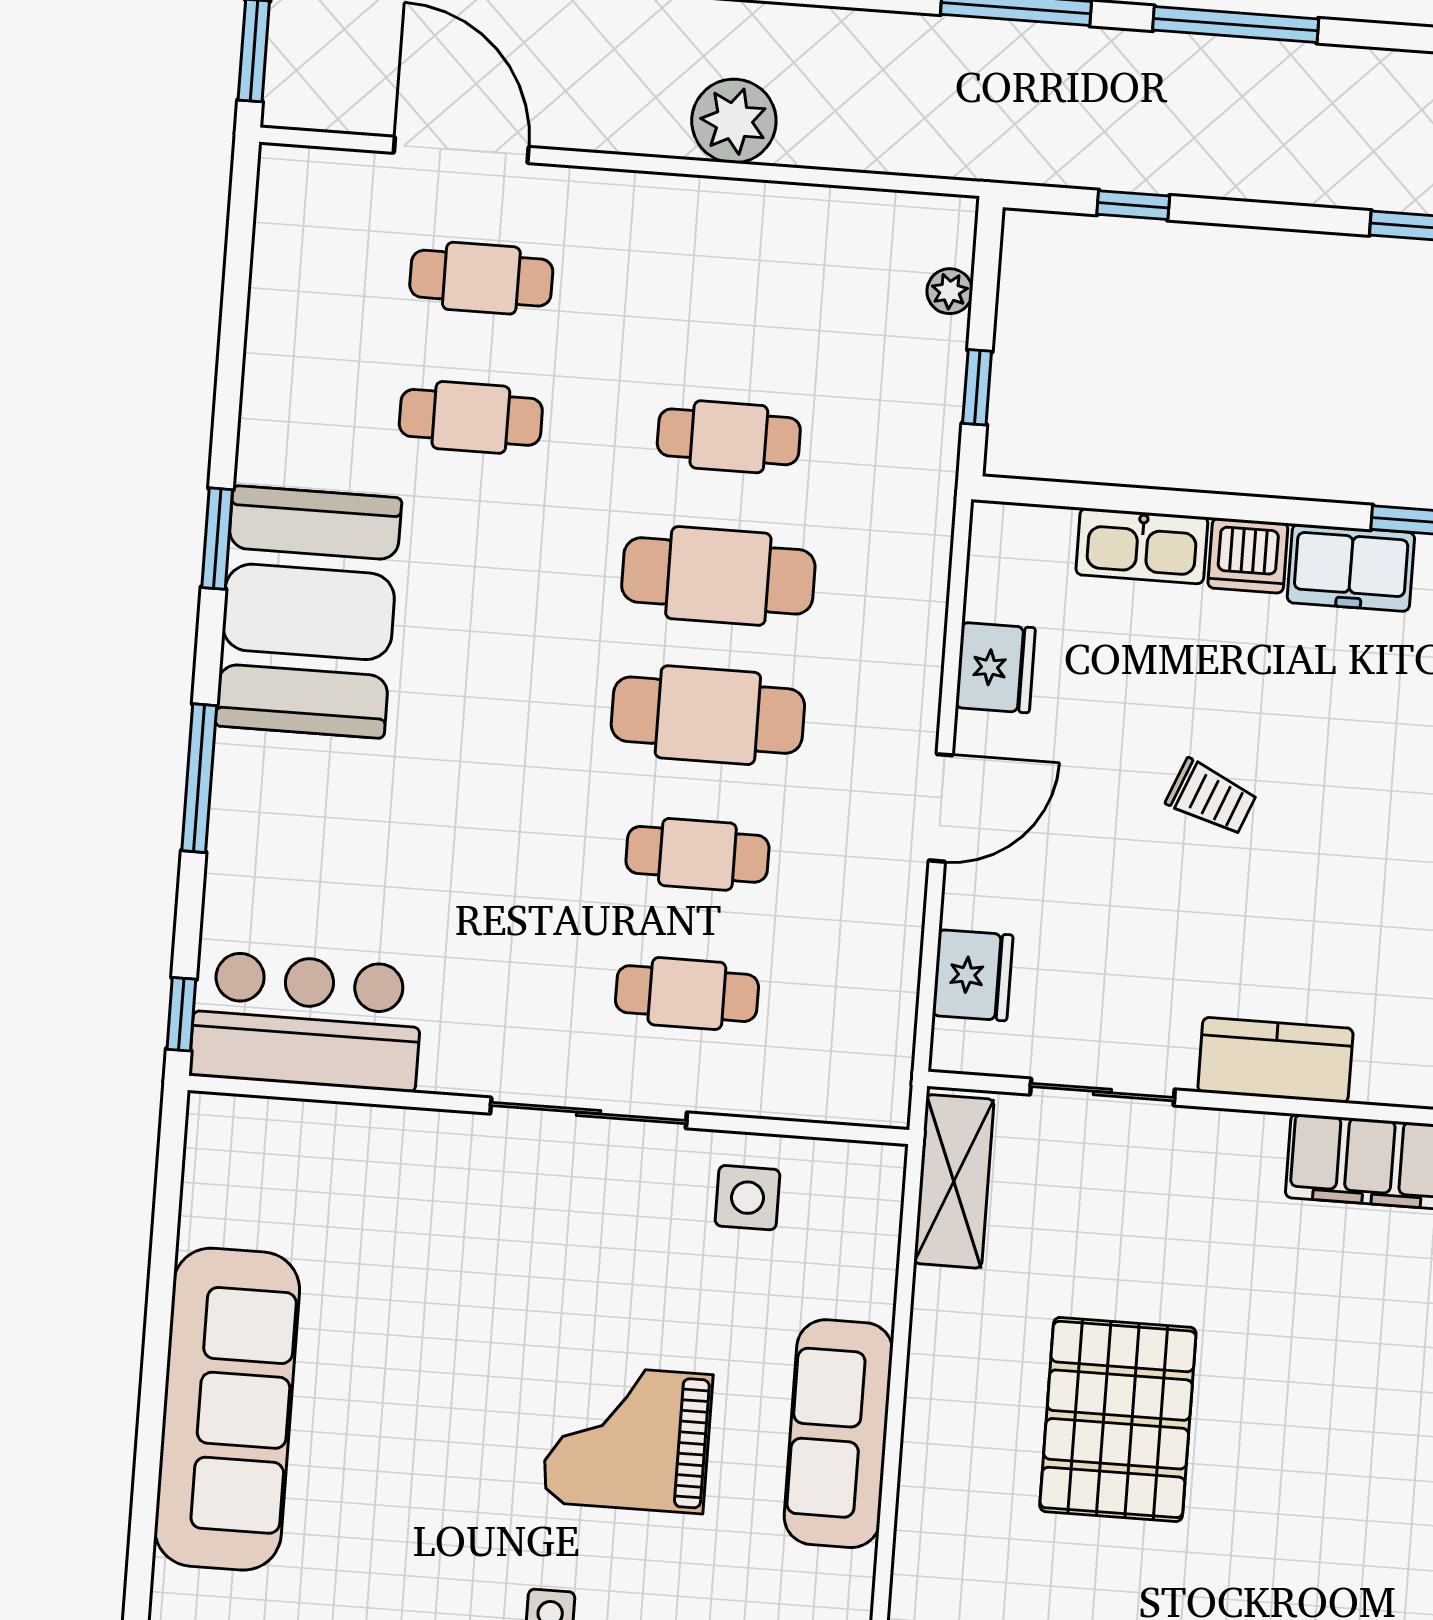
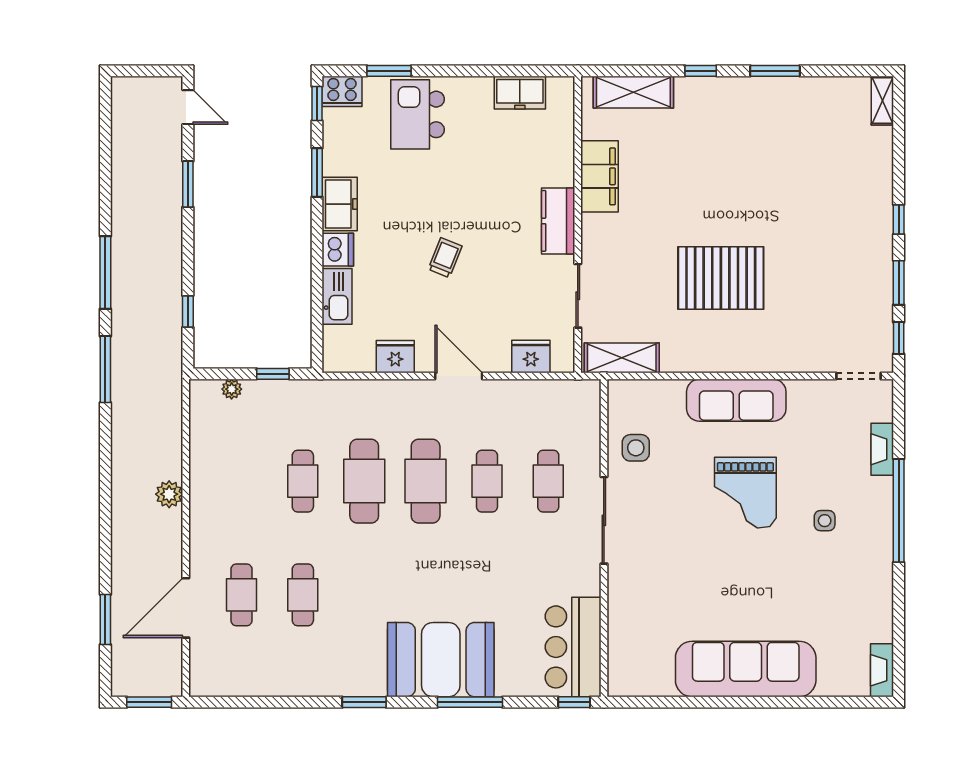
plant: (734, 121) -> (169, 494), width x0.73, depth x0.73
booth: (308, 612) -> (441, 660), moved

